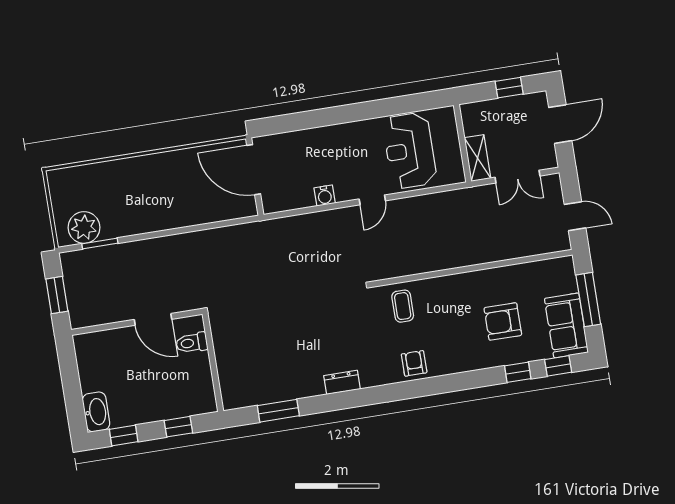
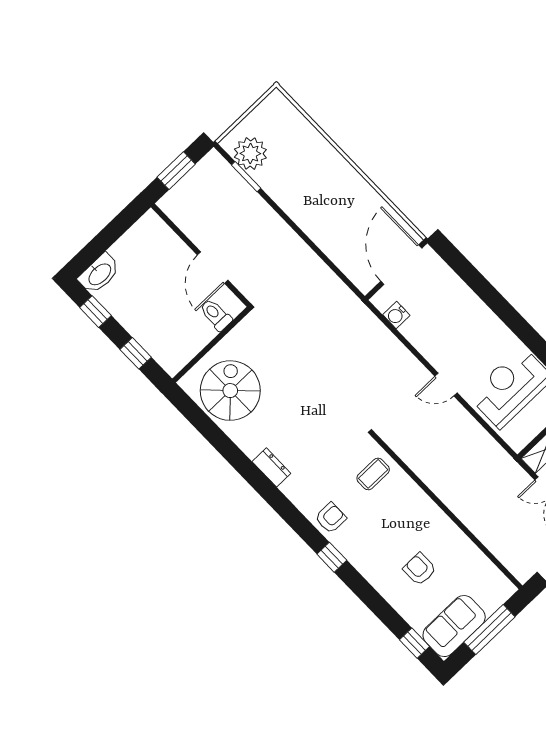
water cooler: (325, 196) -> (396, 315), moved
armchair: (503, 321) -> (420, 569), width x0.72, depth x0.72
window: (518, 372) -> (332, 557), moved
spiral stairs: (259, 373) -> (230, 391), added
window: (278, 411) -> (209, 430), removed

